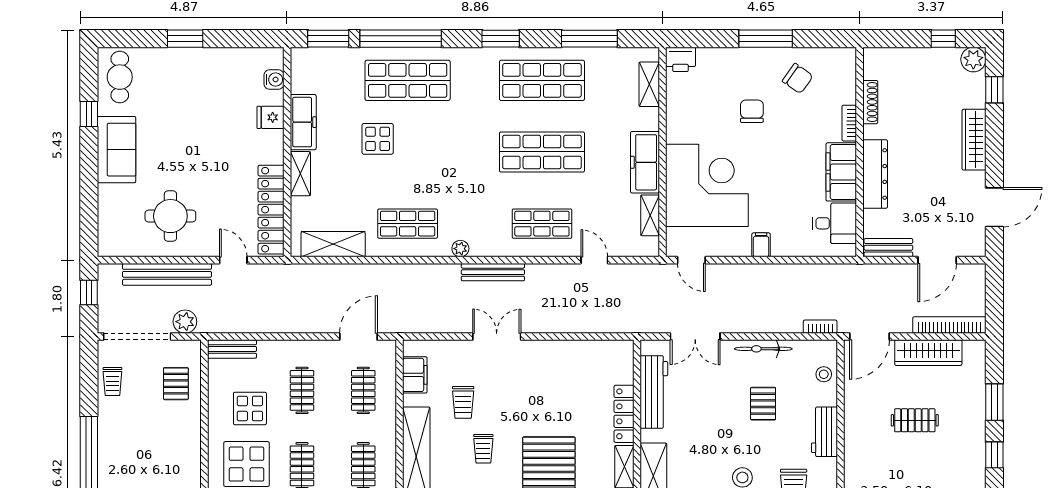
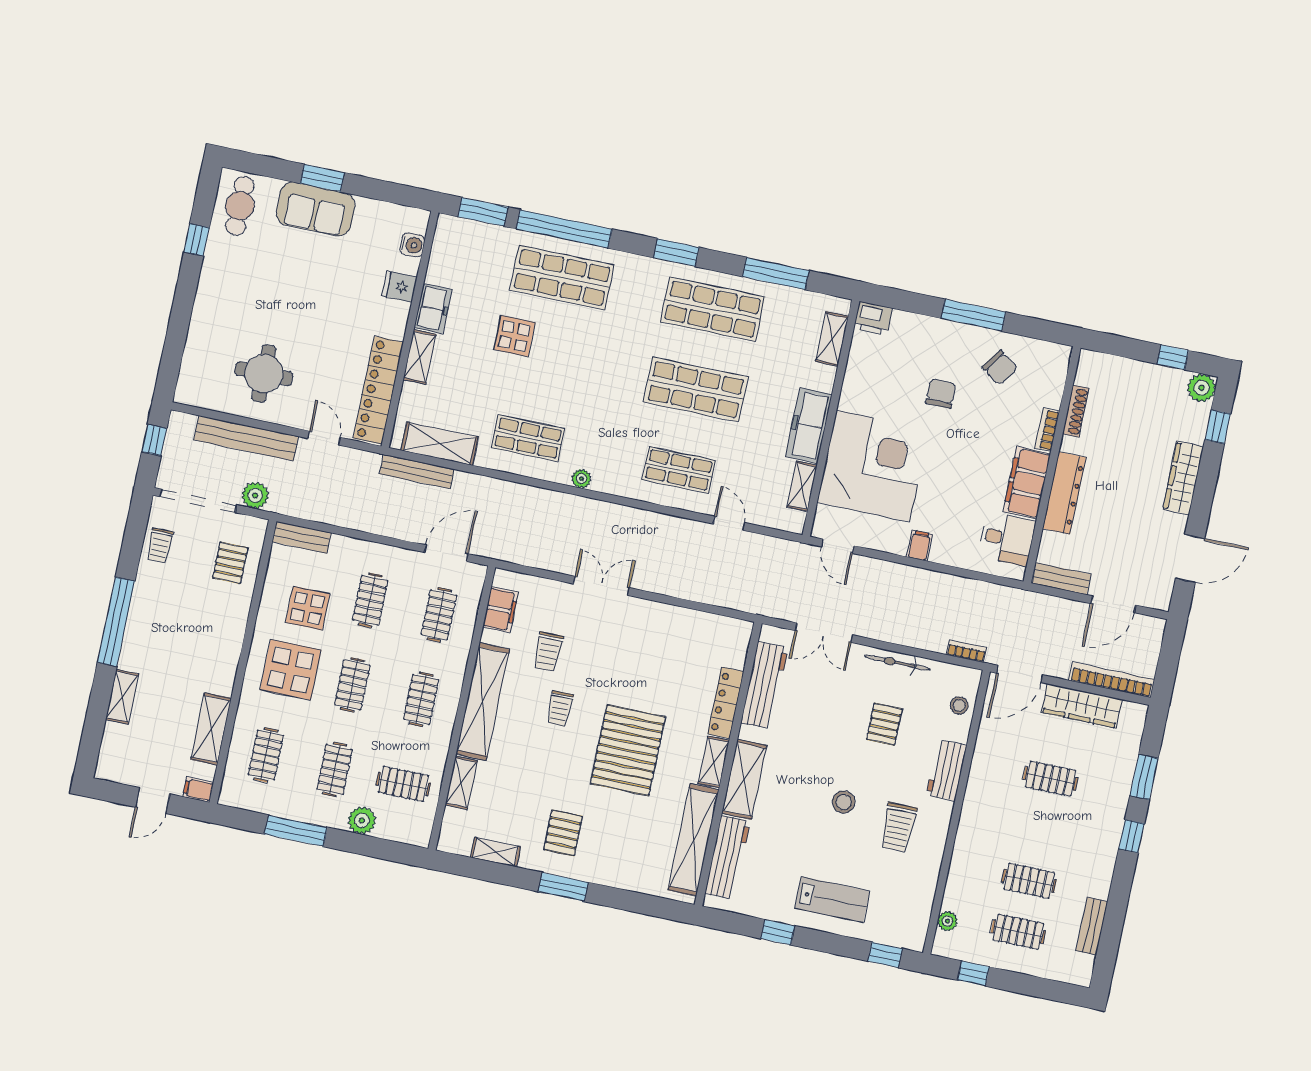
freezer: (303, 122) -> (433, 308), width x0.71
sofa: (117, 150) -> (316, 209), moved, turned 90
bench: (493, 272) -> (417, 472), moved

